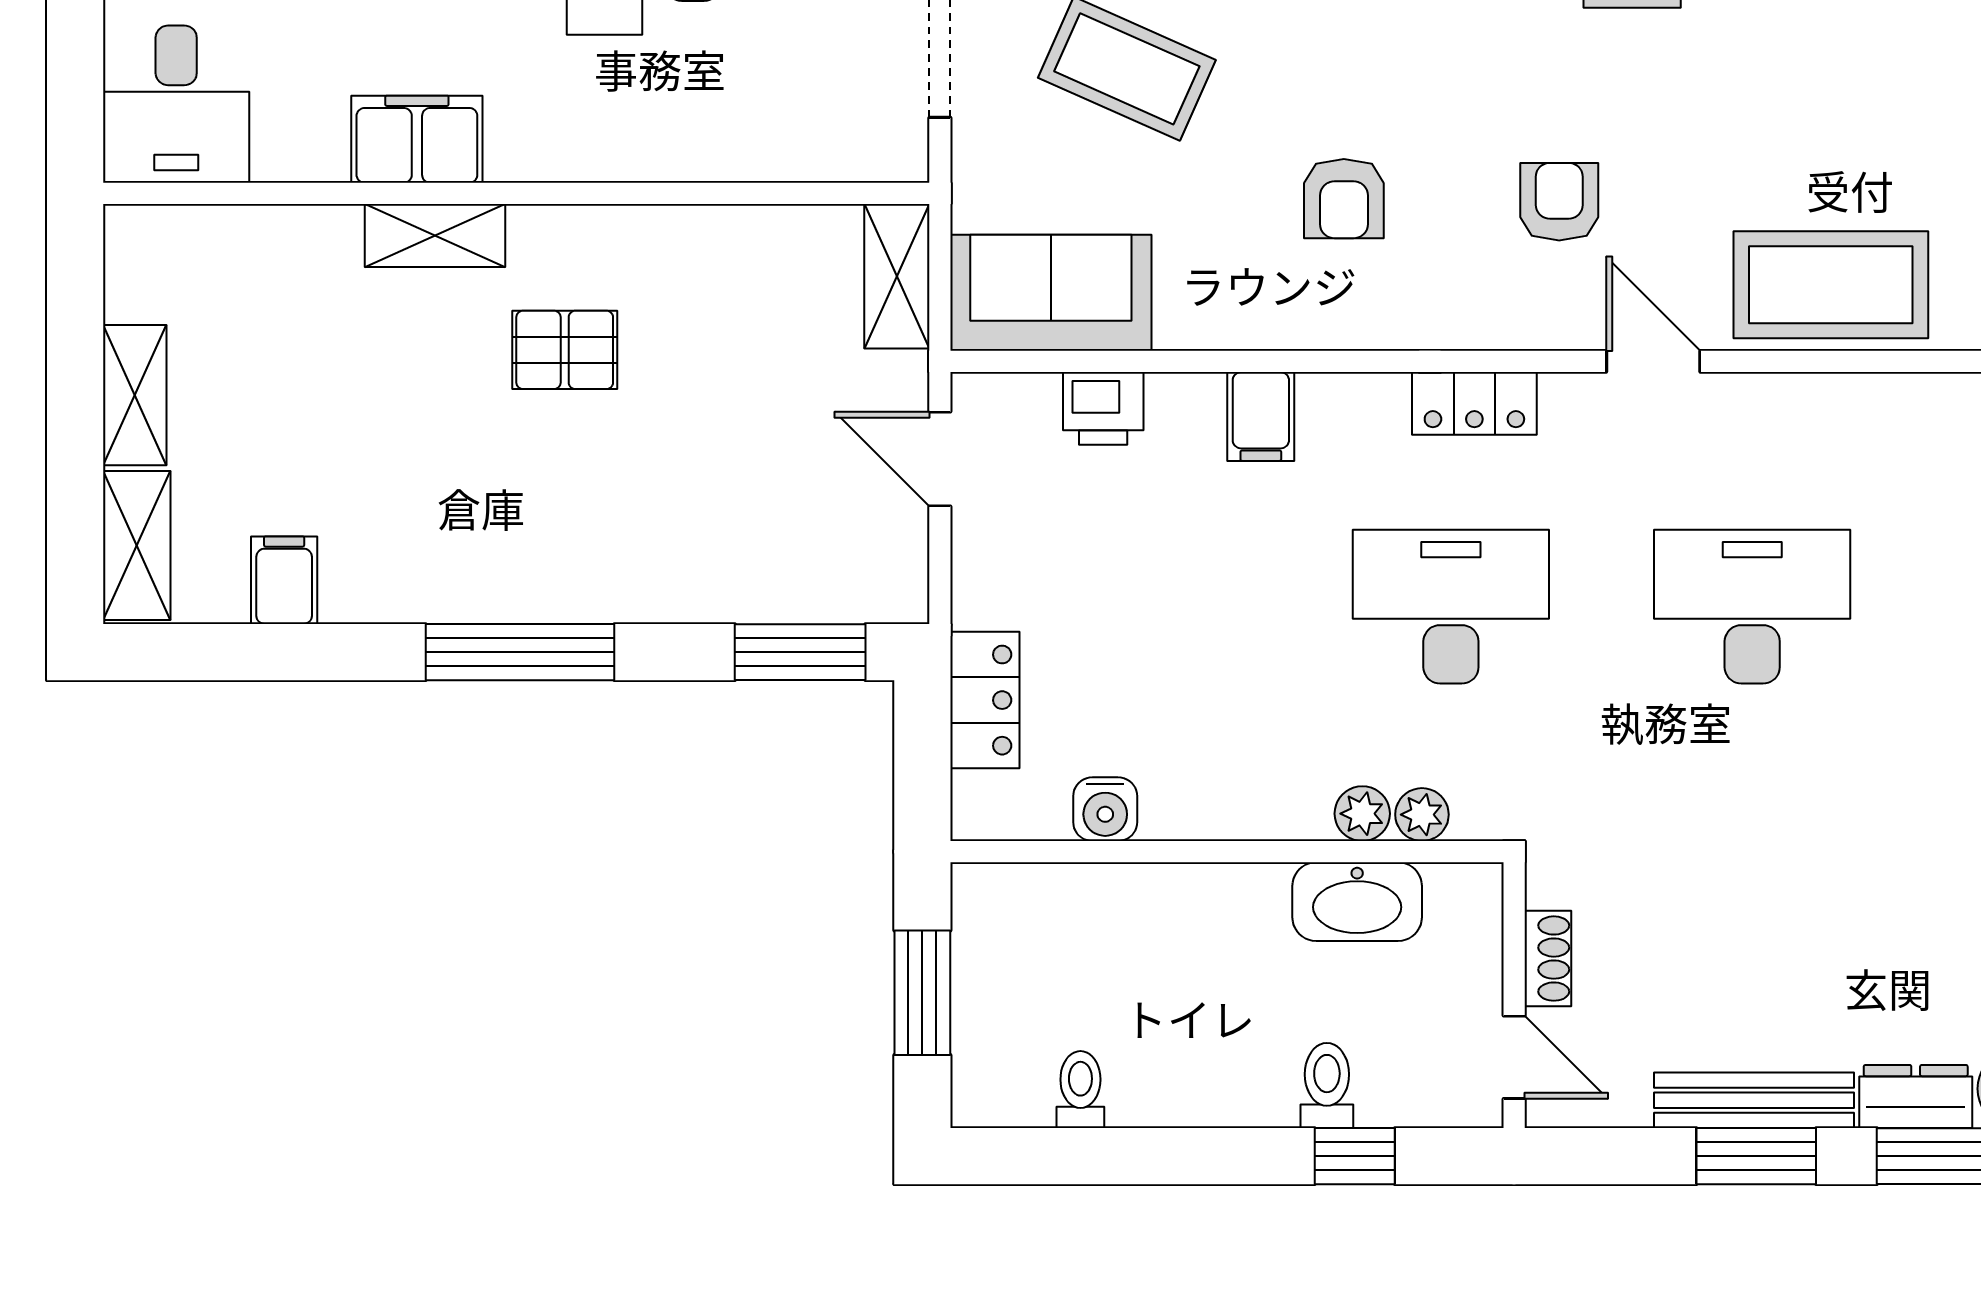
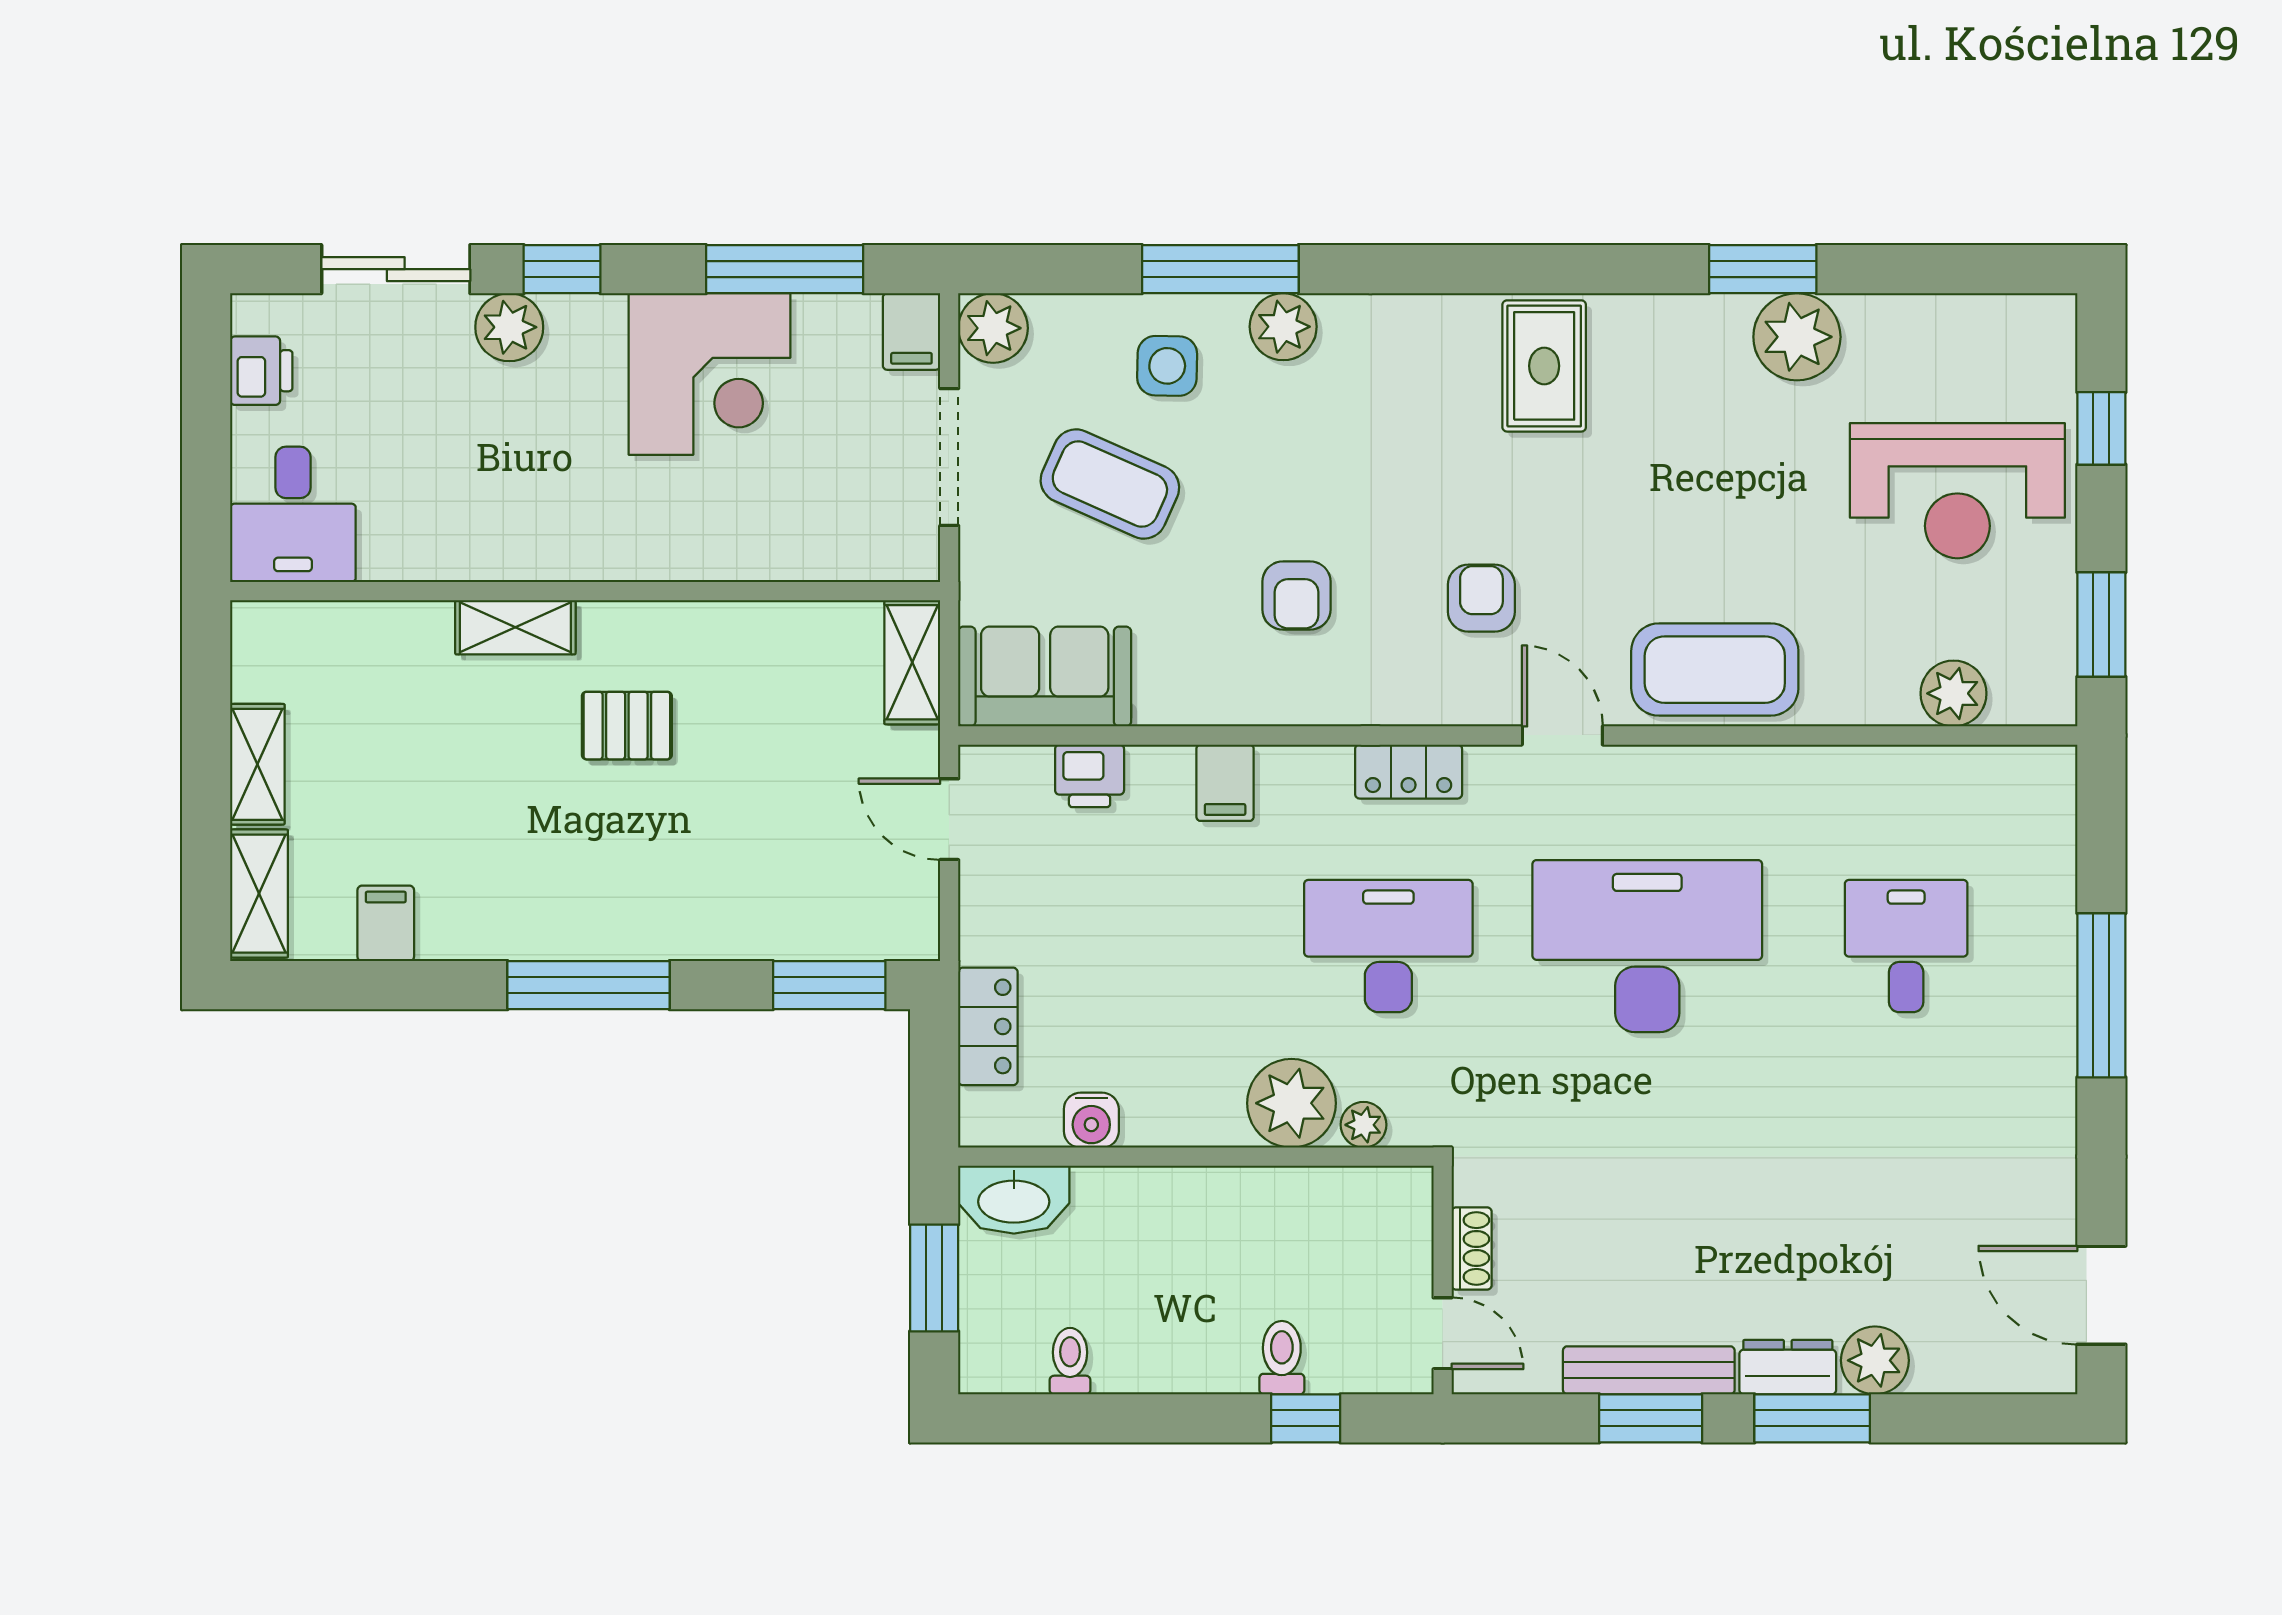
filing cabinet: (417, 139) -> (500, 544), removed
desk: (1752, 607) -> (1647, 946), width x1.36, depth x1.30
plant: (1362, 814) -> (1291, 1103), width x1.88, depth x1.88
washbasin: (1357, 902) -> (1014, 1200), moved

